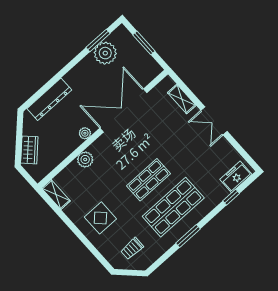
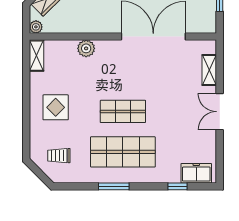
plant: (85, 133) -> (36, 27), moved

